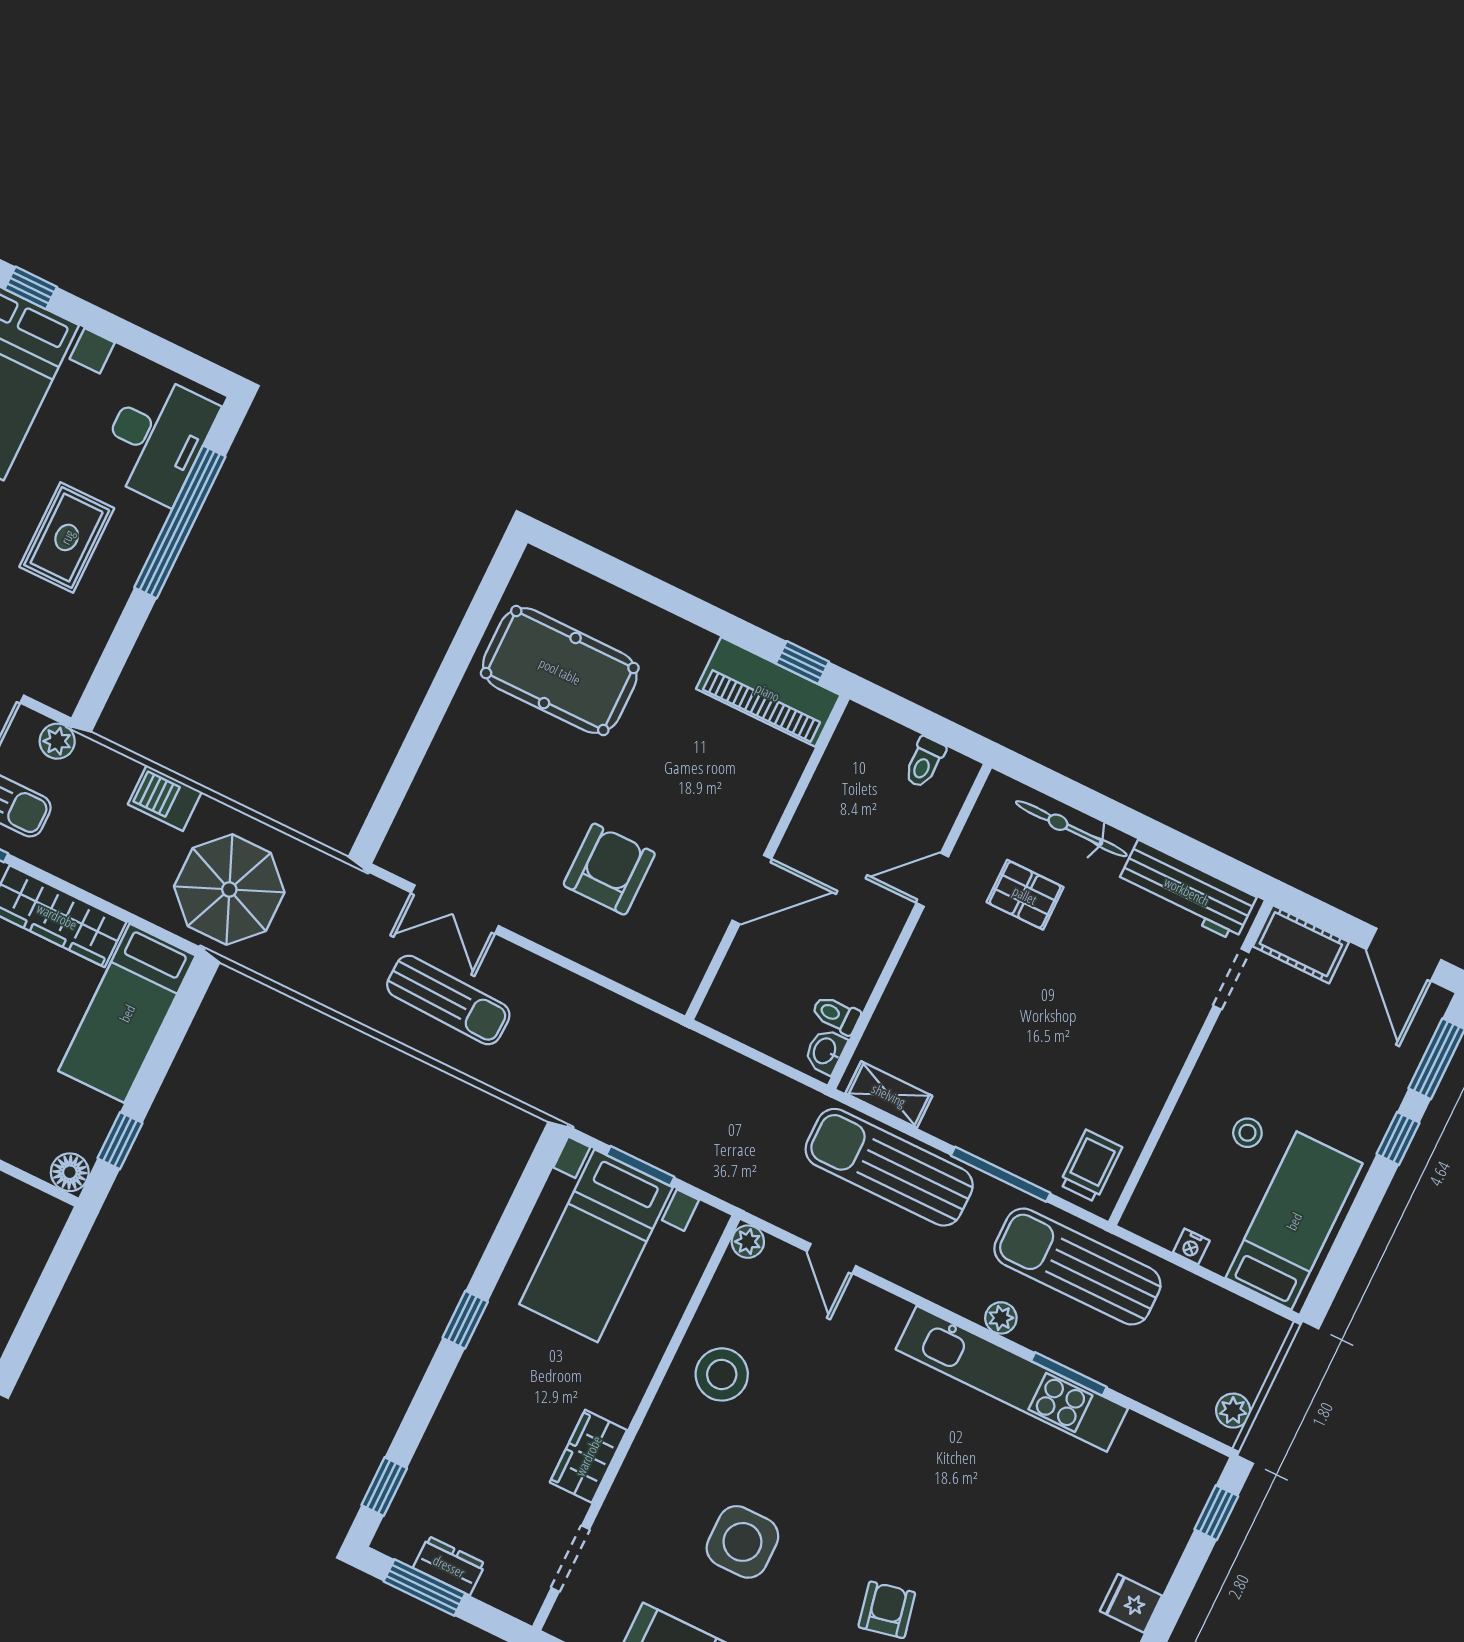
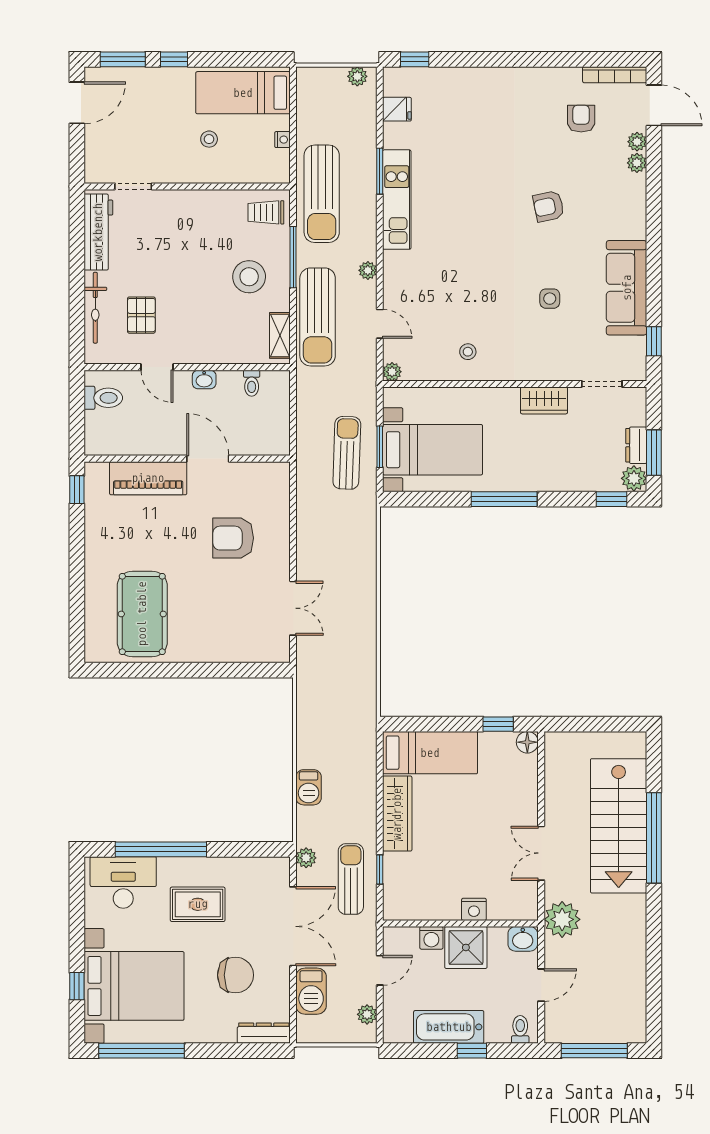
piano: (768, 692) -> (148, 478), moved, turned 90
toilet: (924, 762) -> (103, 398), width x1.37, depth x1.39
parasol: (229, 889) -> (340, 731), removed
cot: (1301, 944) -> (97, 159), removed
sun lounger: (448, 1000) -> (347, 453), moved
washbasin: (825, 1051) -> (204, 379), moved
stool: (1003, 1091) -> (249, 277), added
door: (832, 1259) -> (380, 324), hinge flipped
plant: (1001, 1318) -> (368, 270), moved
window: (465, 1320) -> (504, 499), width x2.17
stool: (722, 1374) -> (468, 352), width x0.53, depth x0.53
kitchen unit: (1012, 1379) -> (397, 200), width x0.73
plant: (400, 1537) -> (634, 478), added
side table: (742, 1542) -> (550, 299), width x0.54, depth x0.54
fridge: (1131, 1603) -> (397, 109), moved, turned -90

